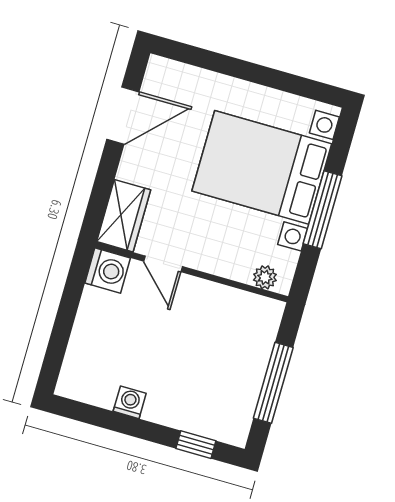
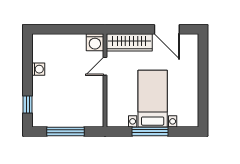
bed with nightstands: (262, 167) -> (153, 99), width x0.73
wardrobe: (124, 216) -> (129, 42), width x1.50
plant: (265, 277) -> (112, 114), removed

